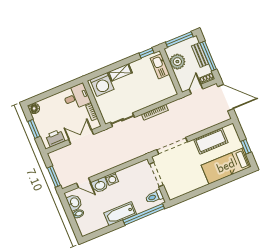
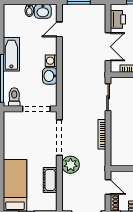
plant: (191, 127) -> (71, 165), added
cot: (211, 141) -> (50, 180), width x0.73, depth x0.75
washbasin: (100, 185) -> (50, 76), moved

